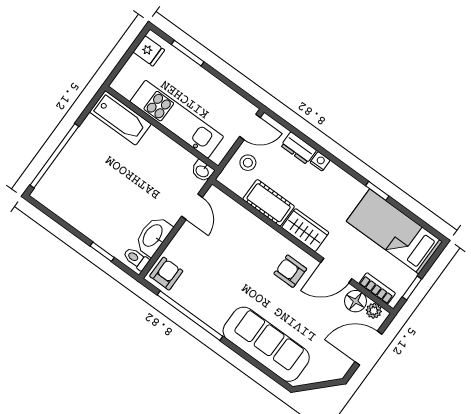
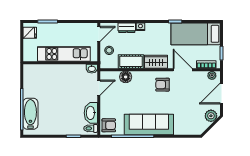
bathtub: (120, 118) -> (30, 114), moved, turned -90
door: (192, 207) -> (99, 88), hinge flipped
door: (336, 271) -> (183, 70), swing flipped
armchair: (166, 274) -> (109, 125), turned 90
floor lamp: (356, 301) -> (126, 77), moved
sofa: (266, 344) -> (149, 124), moved
plant: (329, 370) -> (211, 116), added

